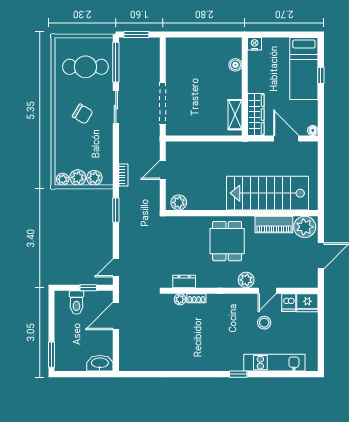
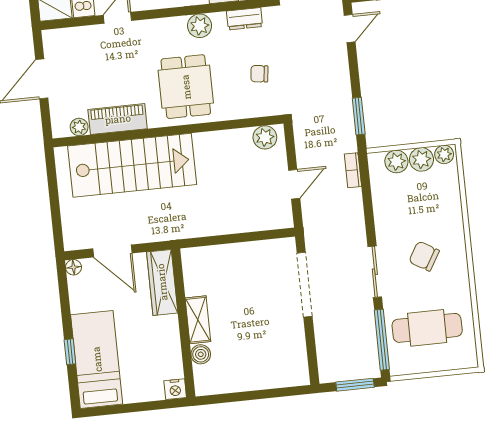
shelving: (235, 115) -> (198, 320), moved
plant: (305, 227) -> (79, 127), width x0.53, depth x0.53
chair: (178, 245) -> (259, 74), added
plant: (246, 280) -> (200, 26), moved

